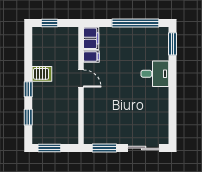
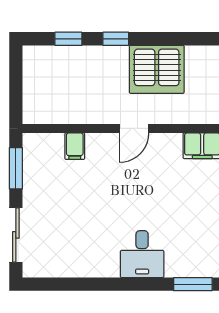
filing cabinet: (91, 57) -> (75, 146), moved
server rack: (42, 74) -> (157, 69), width x2.18, depth x1.44
window: (49, 148) -> (16, 75), removed

